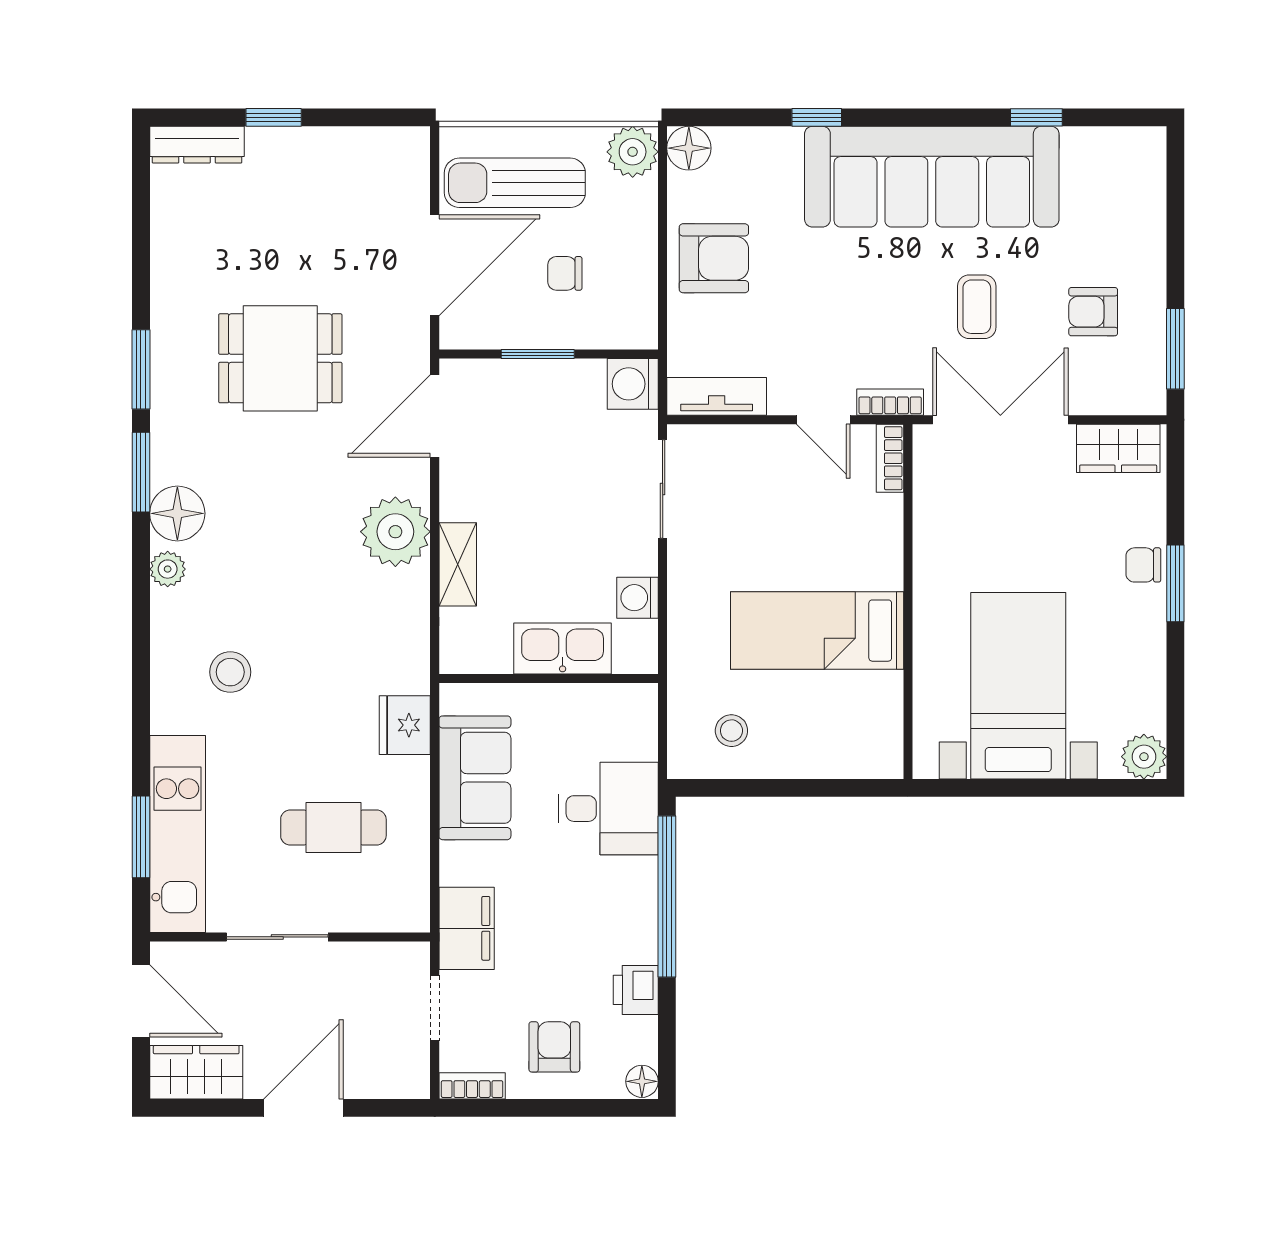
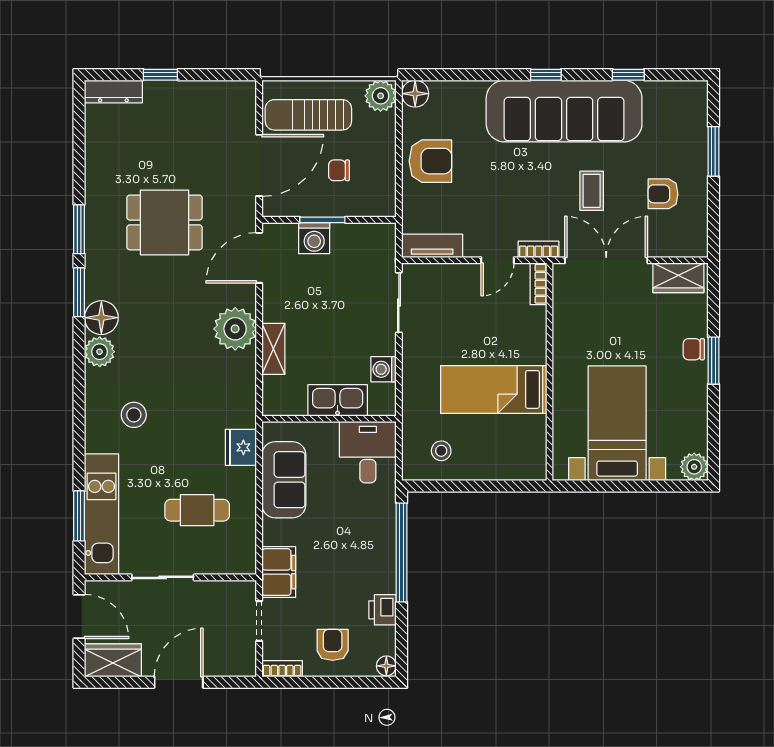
window: (817, 117) -> (546, 75), moved
window: (1175, 349) -> (713, 151), moved
washing machine: (633, 384) -> (314, 238), moved, turned -90
door: (823, 420) -> (497, 260), hinge flipped
plant: (168, 569) -> (100, 352), width x1.38, depth x1.38
desk: (608, 809) -> (368, 452), moved, turned -90

